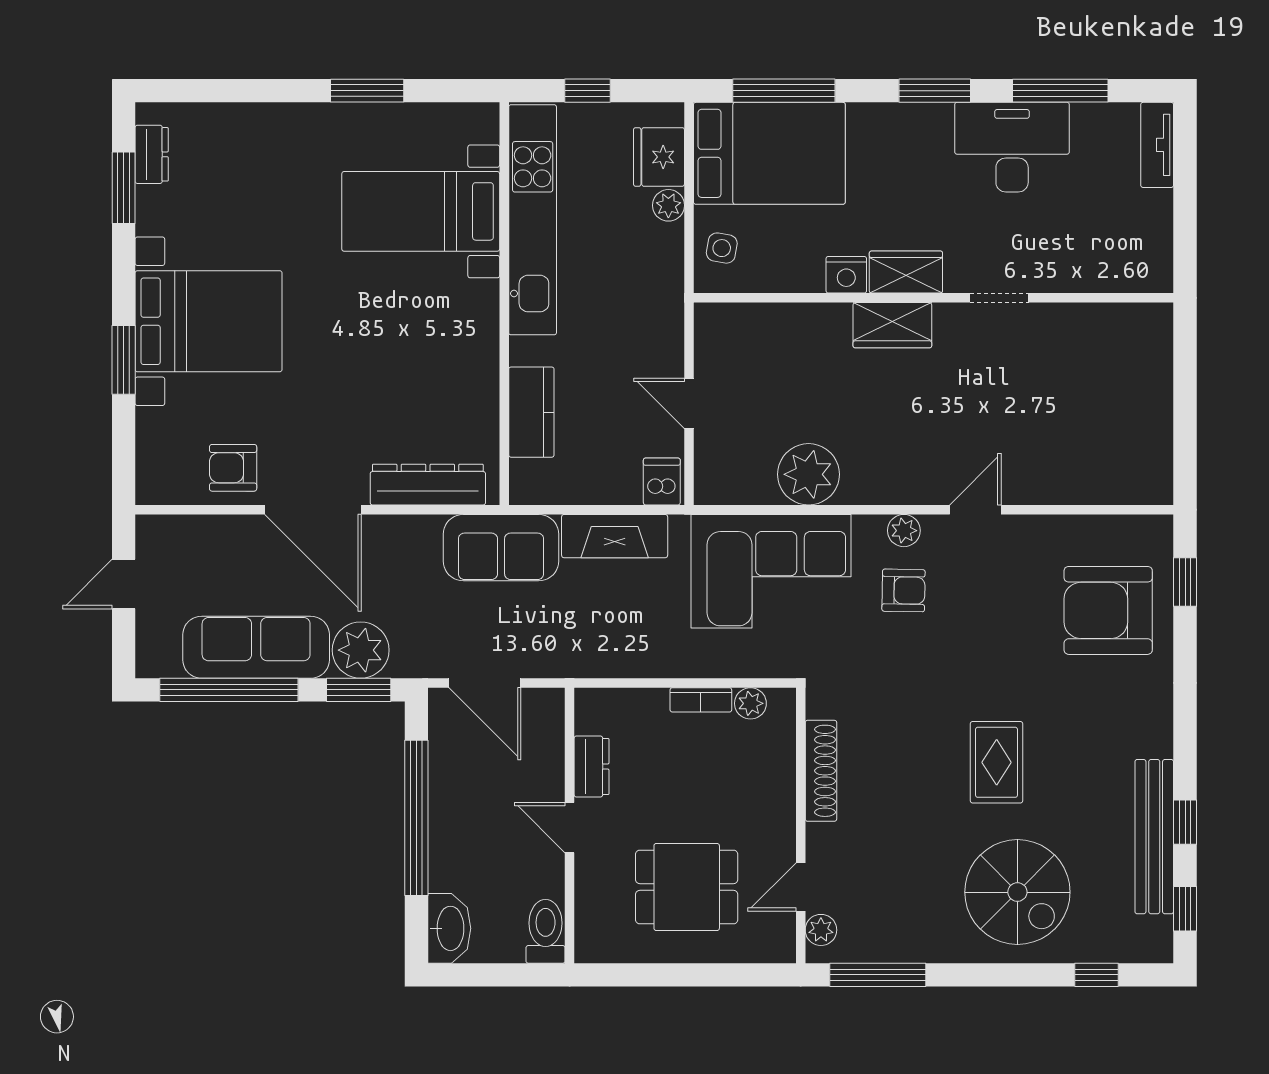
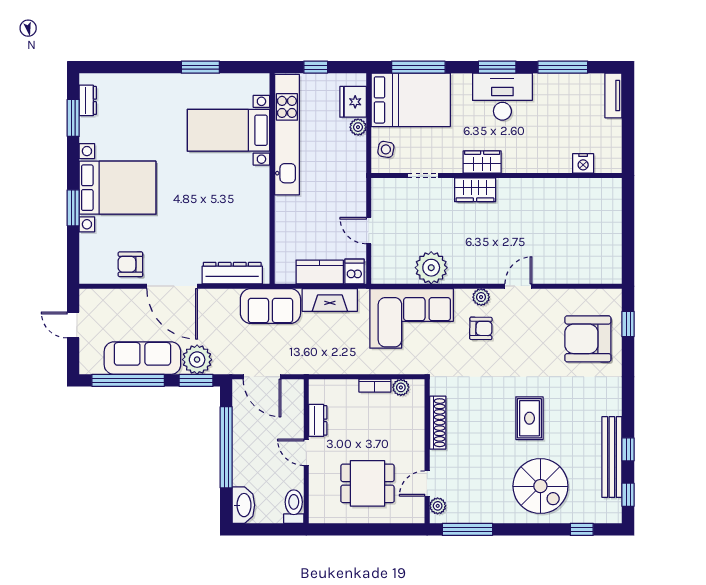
desk: (1012, 147) -> (502, 97), moved
nightstand: (846, 275) -> (583, 163), moved
doorway: (999, 298) -> (423, 175), moved
kitchen counter: (531, 412) -> (320, 272), moved, turned -90
door: (124, 584) -> (73, 325), hinge flipped

